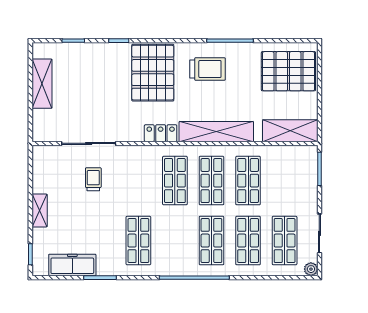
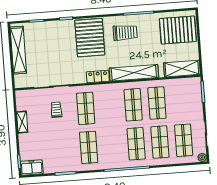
shelving: (42, 84) -> (18, 50), width x1.47
shop shelf: (175, 181) -> (86, 108), moved
shelving: (40, 211) -> (22, 122), moved
freezer: (72, 265) -> (32, 168), moved, width x0.71

